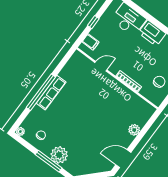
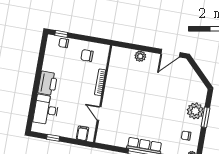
window: (93, 22) -> (53, 138), moved
door: (123, 159) -> (170, 53), hinge flipped
window: (49, 161) -> (205, 117), width x0.69

